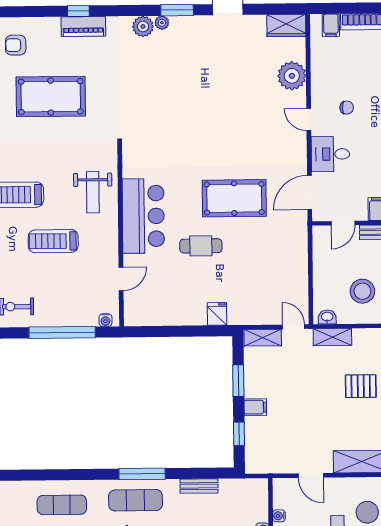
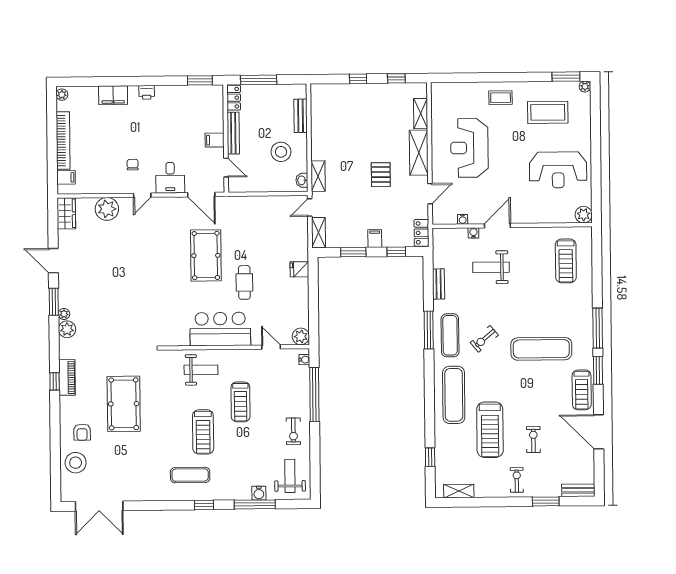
plant: (134, 316) -> (301, 336), added
pallet: (361, 386) -> (381, 175), moved
locker: (262, 465) -> (421, 233), added
exercise mat: (62, 505) -> (454, 395), width x1.36, depth x1.45

